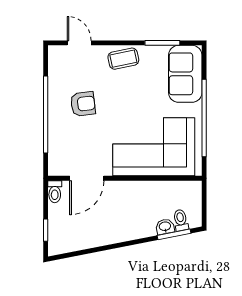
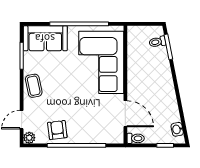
plant: (56, 53) -> (29, 138), added
armchair: (83, 104) -> (57, 130), moved
washbasin: (165, 227) -> (177, 129), moved

